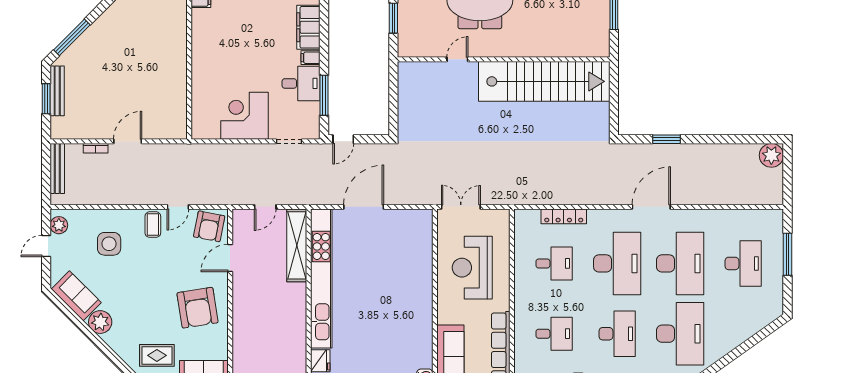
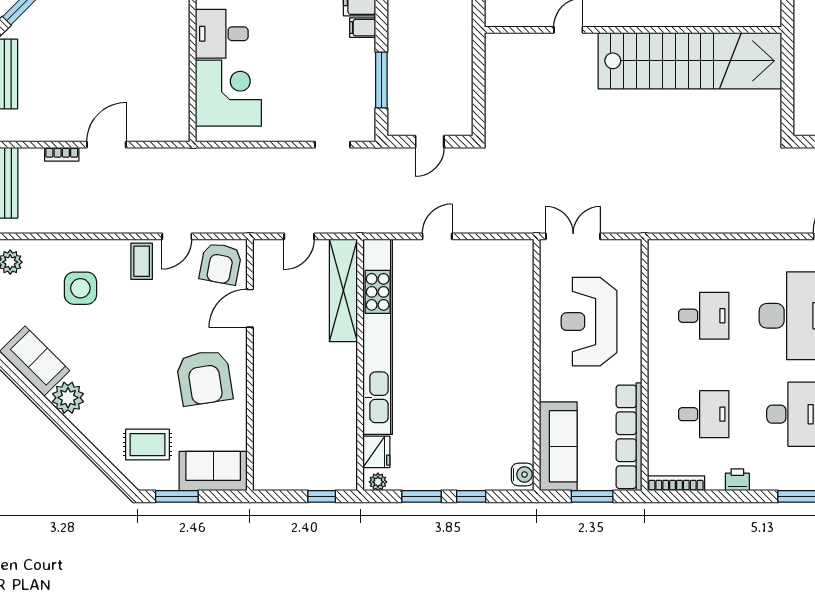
desk: (301, 83) -> (222, 34), moved, turned 180
corner desk: (245, 116) -> (228, 93), moved, turned 90
door: (343, 139) -> (430, 142), moved
door: (364, 207) -> (437, 236), width x0.53
locker: (564, 216) -> (717, 250), removed

